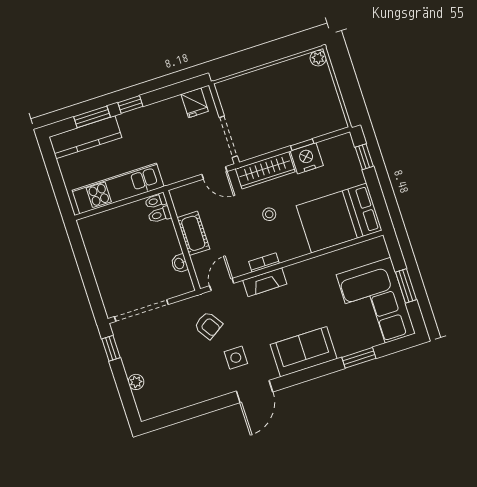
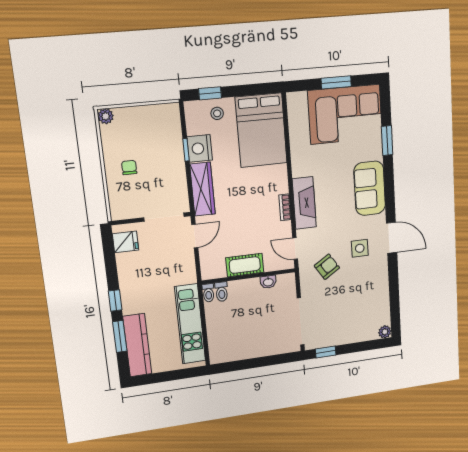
chair: (272, 91) -> (129, 167), added
stool: (269, 214) -> (217, 113), moved
fireplace: (265, 282) -> (304, 203), width x1.37, depth x1.32
plant: (136, 382) -> (385, 332), moved

